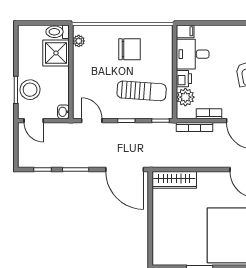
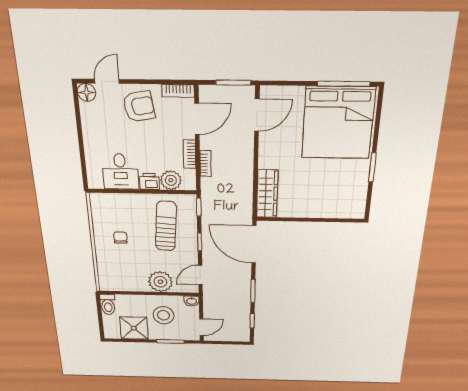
filing cabinet: (185, 31) -> (95, 179), removed
plant: (79, 41) -> (160, 282), moved, width x1.88, depth x1.88
chair: (129, 49) -> (120, 238), width x0.54, depth x0.54
shower: (56, 53) -> (134, 328), moved
stool: (30, 90) -> (164, 315), moved
bookcase: (194, 127) -> (205, 164), width x0.64
door: (125, 169) -> (254, 245), swing flipped

